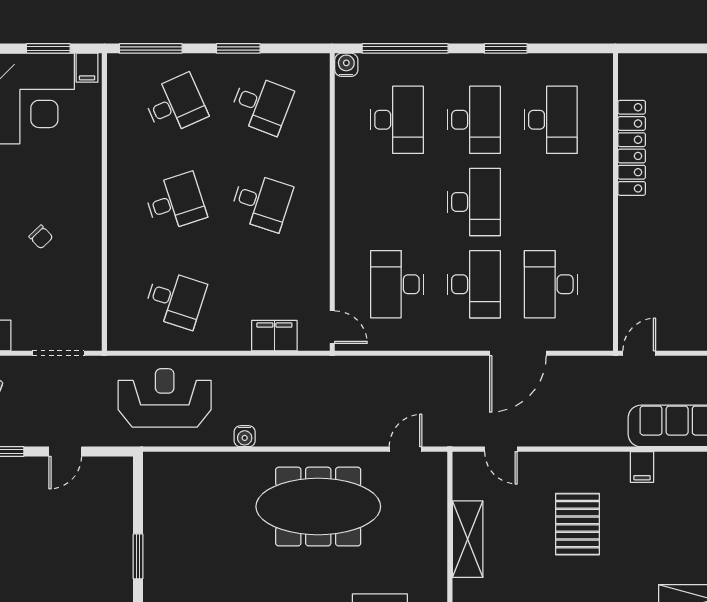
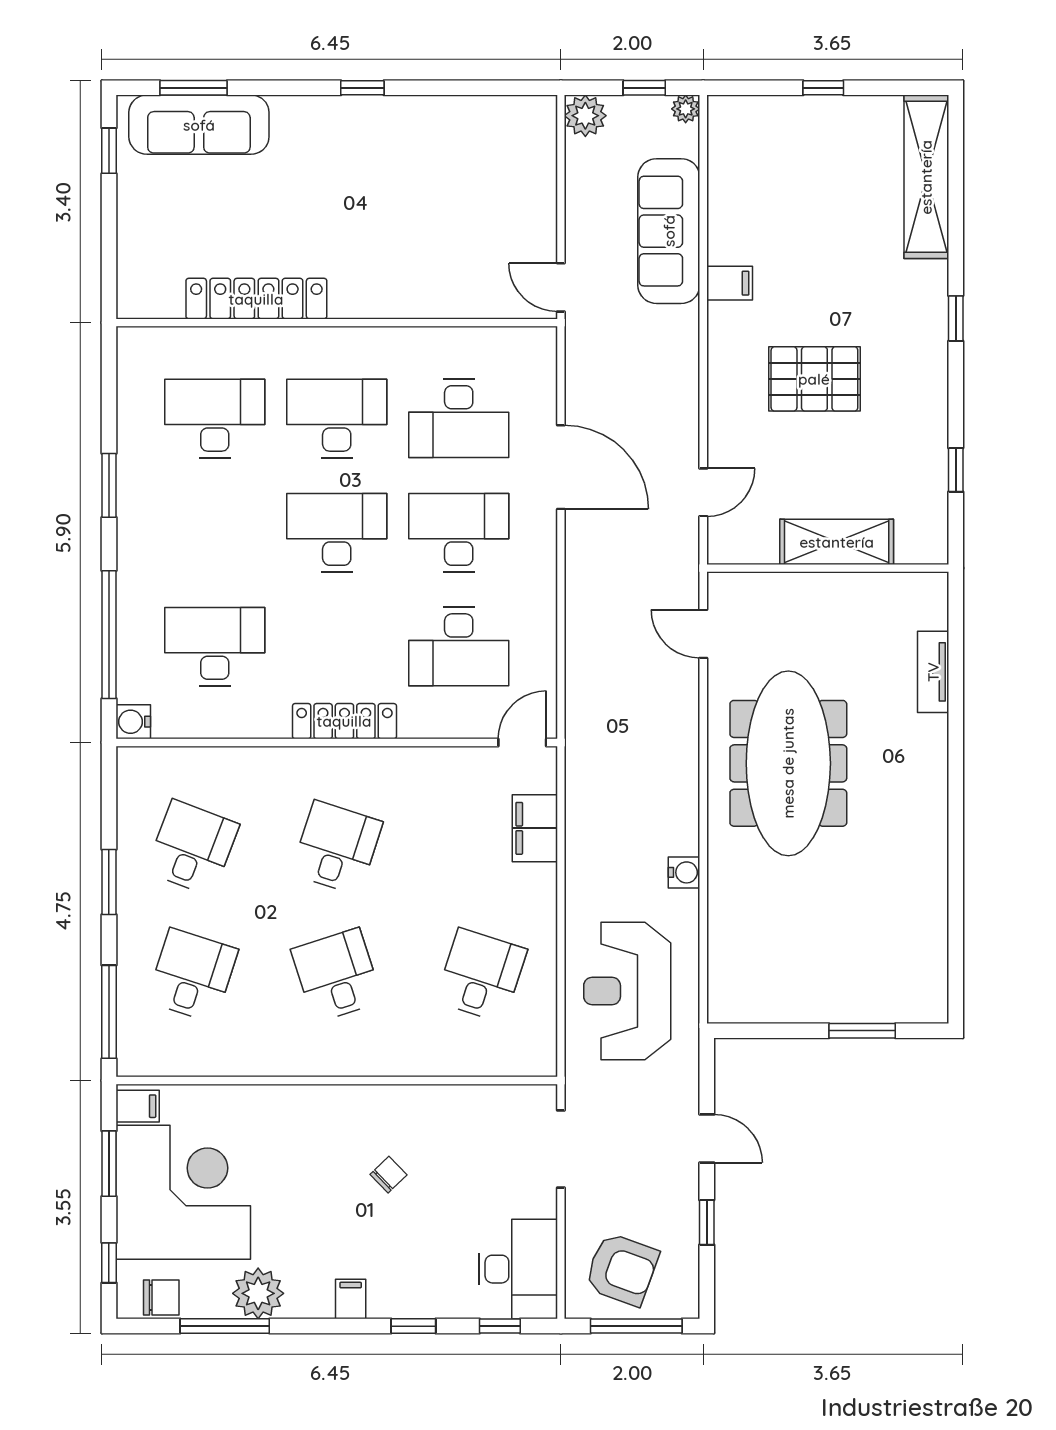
desk: (175, 105) -> (192, 975), turned 42
desk: (474, 120) -> (337, 418), moved
locker: (347, 207) -> (344, 721), added

